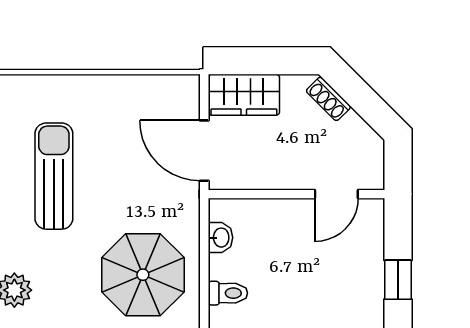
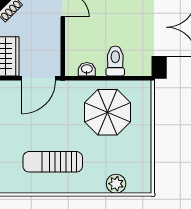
toilet: (228, 293) -> (115, 61), width x1.37, depth x1.39

